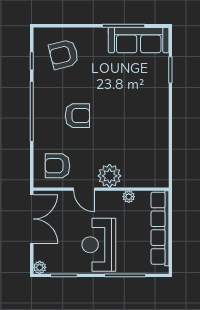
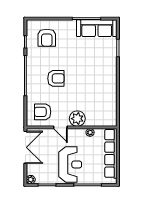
armchair: (64, 54) -> (47, 38), turned -76
reception desk: (99, 245) -> (70, 164), turned 180

